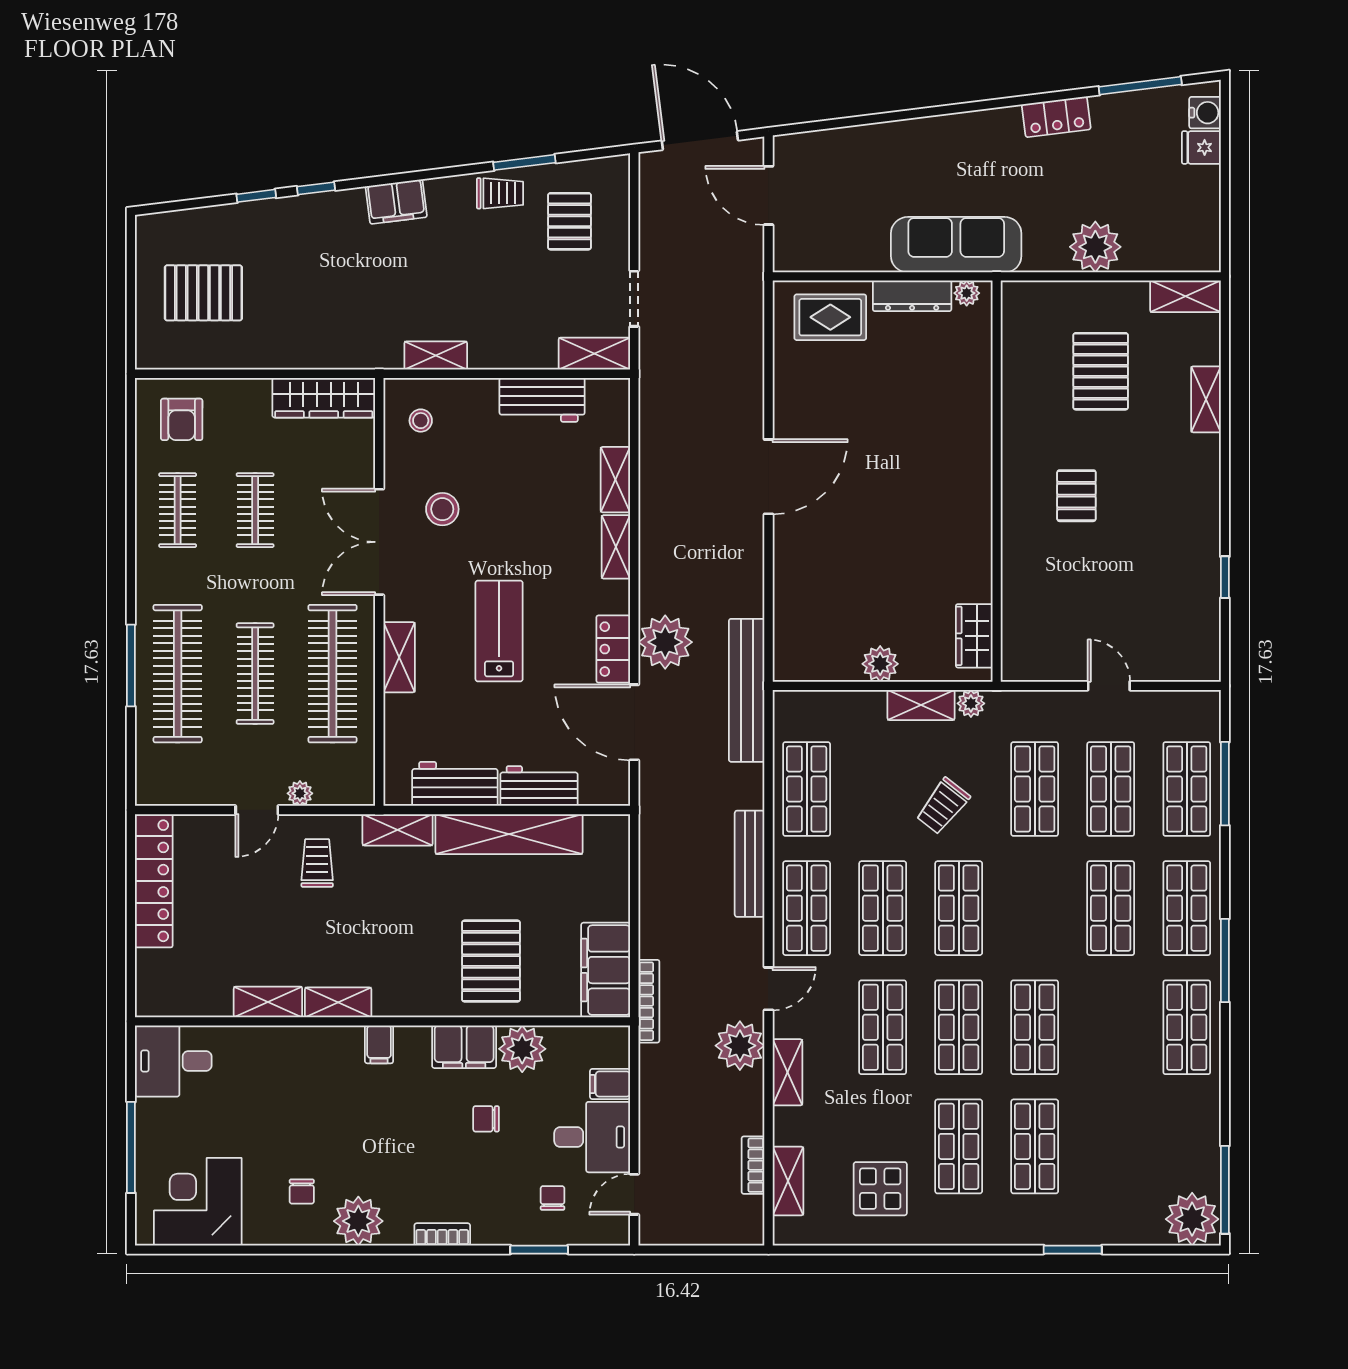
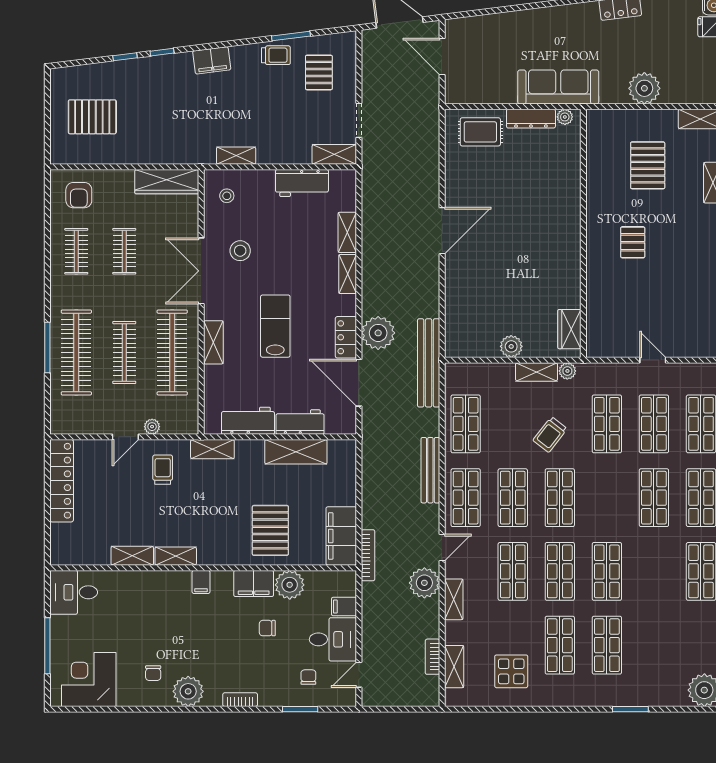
shelving: (509, 834) -> (296, 452), width x0.68

